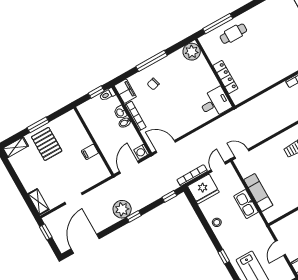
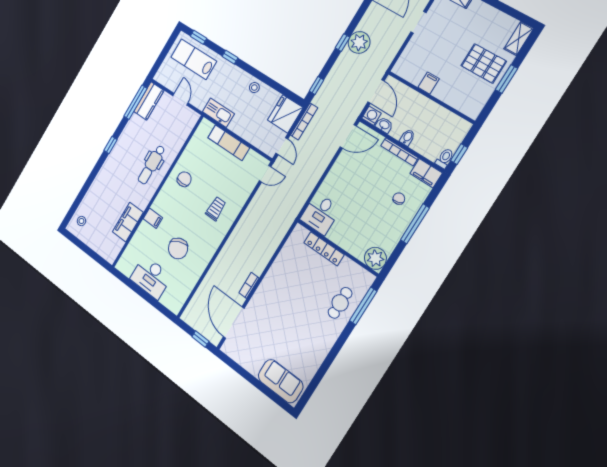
washbasin: (120, 112) -> (384, 125), moved
kitchen sink: (246, 204) -> (218, 113), moved

